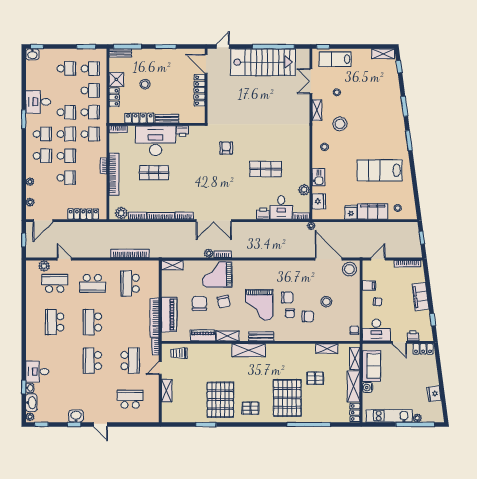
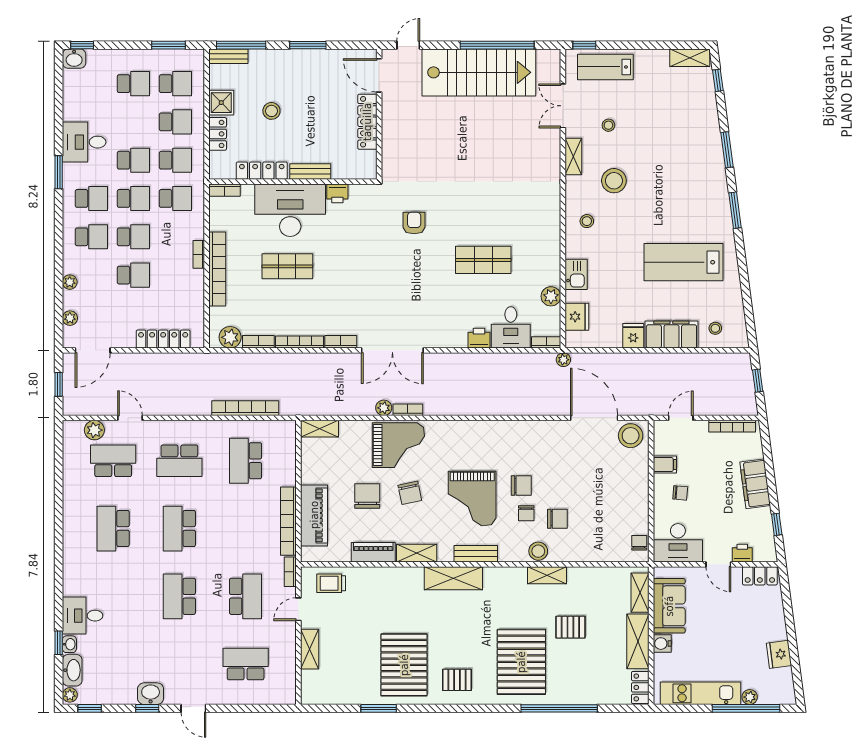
grand piano: (217, 274) -> (398, 445), turned 180
stool: (326, 302) -> (538, 551), moved
shelving: (327, 349) -> (547, 575), moved

